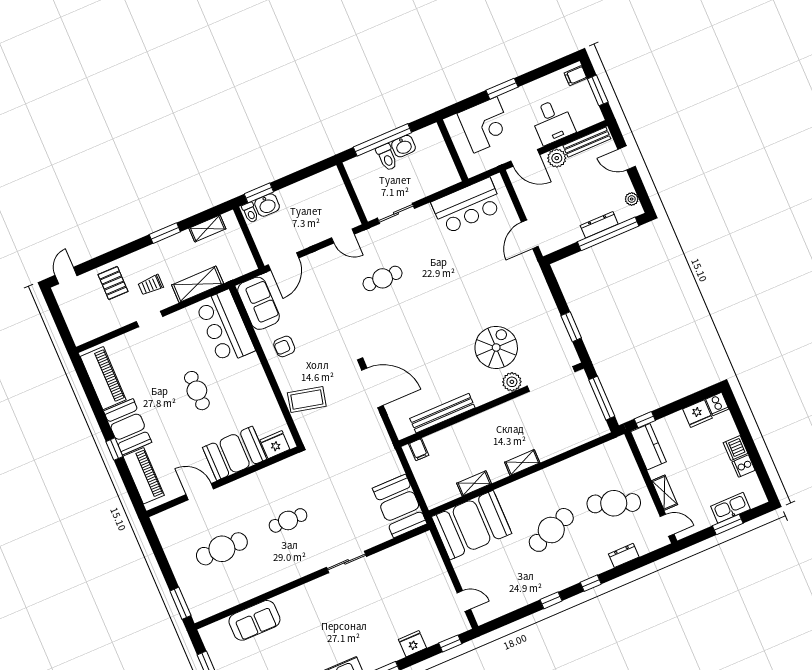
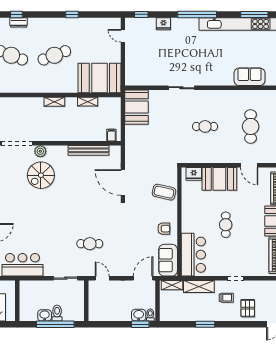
shelving: (207, 229) -> (172, 285), moved
cafe table: (222, 549) -> (251, 126), turned 90
window: (591, 583) -> (16, 14), moved

